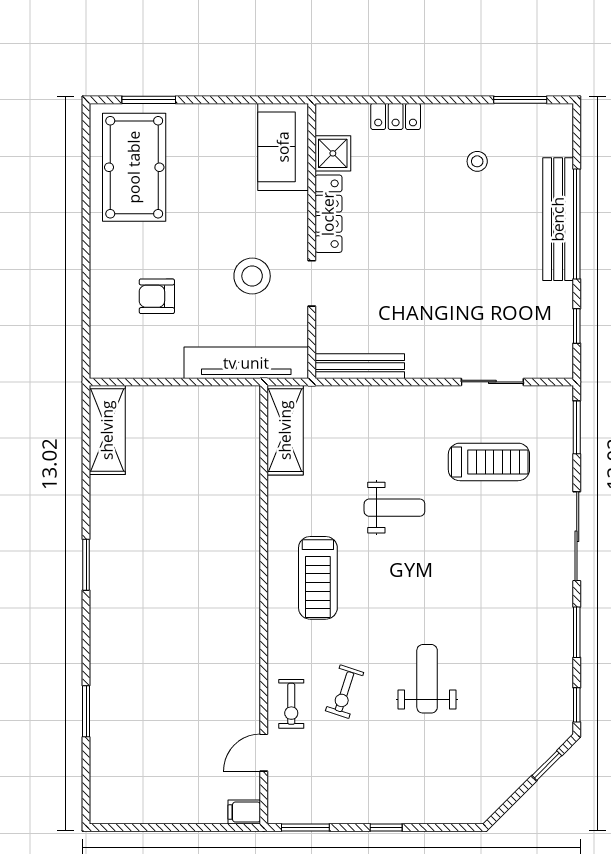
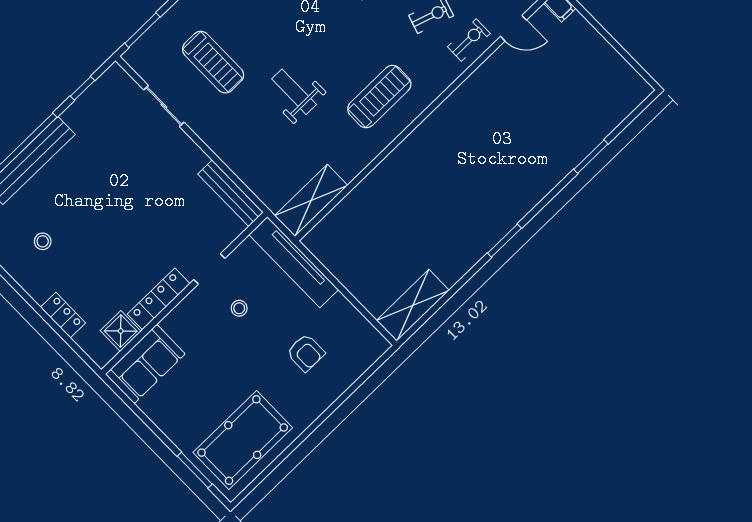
stool: (252, 276) -> (239, 308), width x0.53, depth x0.53
treadmill: (489, 462) -> (213, 62), turned 180

